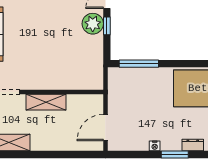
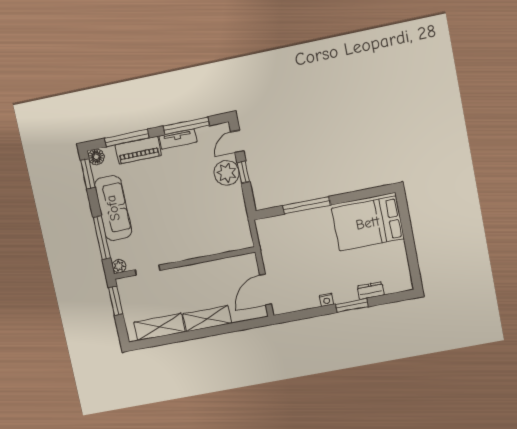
window: (139, 64) -> (307, 205), moved
shelving: (46, 102) -> (207, 319), moved

